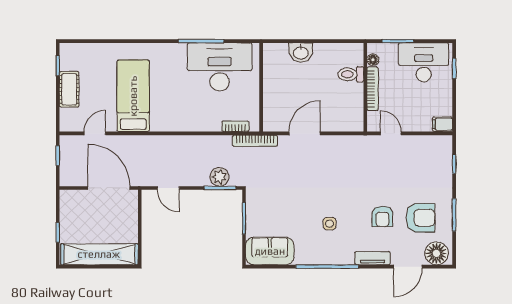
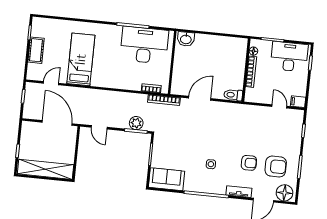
washbasin: (301, 53) -> (186, 39), moved
toilet: (351, 74) -> (233, 95), moved
door: (391, 133) -> (279, 106), moved
armchair: (382, 216) -> (249, 163), turned -90

